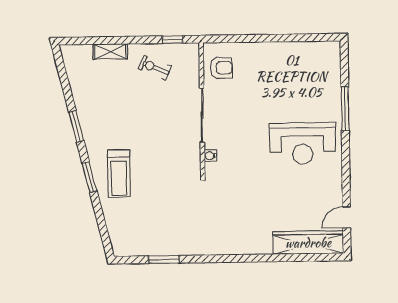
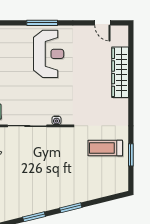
window: (345, 109) -> (42, 23), moved
treadmill: (119, 173) -> (105, 148), moved, turned 180
wardrobe: (308, 243) -> (120, 72), moved

